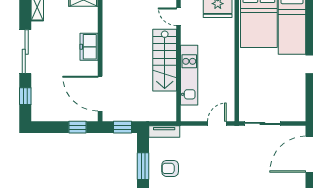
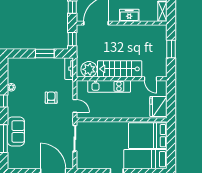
door: (179, 17) -> (150, 79), swing flipped
plant: (165, 104) -> (89, 69), added
armchair: (170, 168) -> (51, 98), moved

